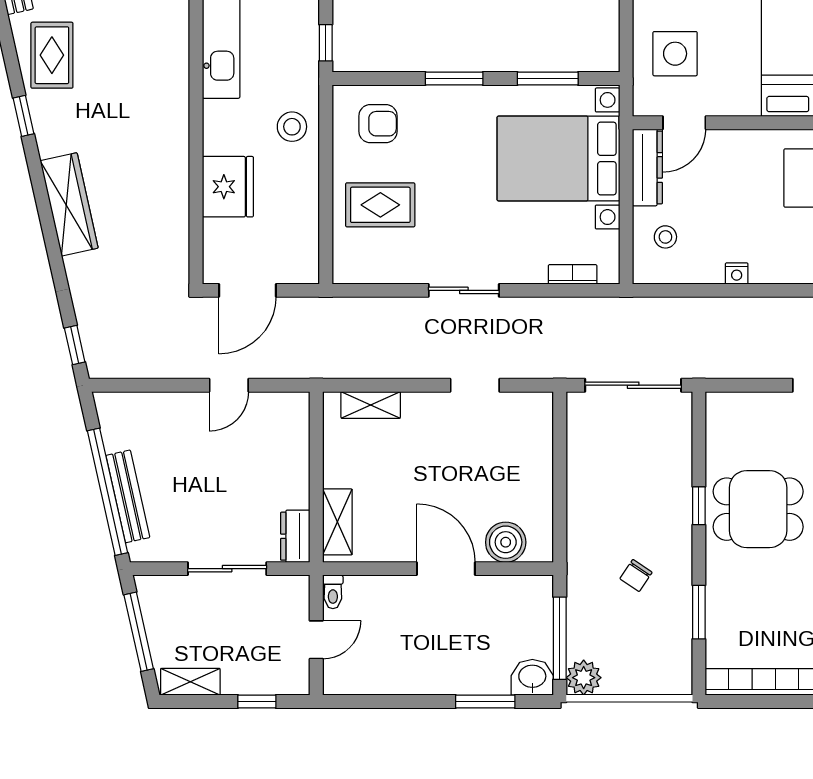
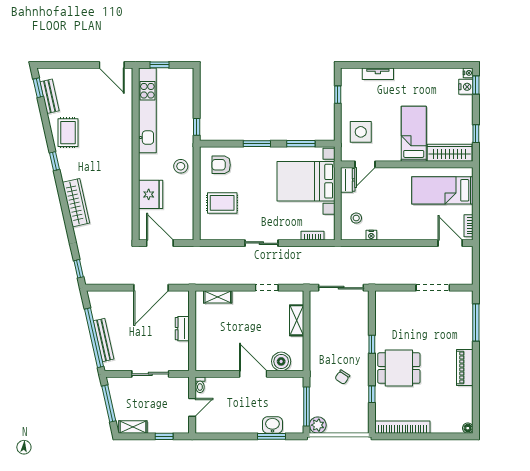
armchair: (378, 124) -> (221, 165), turned 180
dresser: (647, 167) -> (348, 180), width x0.70
nightstand: (737, 273) -> (371, 235), moved
door: (248, 290) -> (160, 243), swing flipped
door: (229, 385) -> (151, 288), width x1.88
dining table: (758, 509) -> (399, 368), moved
shelving: (337, 522) -> (297, 320), moved
dresser: (295, 536) -> (182, 329), moved
window: (699, 612) -> (372, 394), width x0.67
washbasin: (532, 677) -> (272, 425), moved

